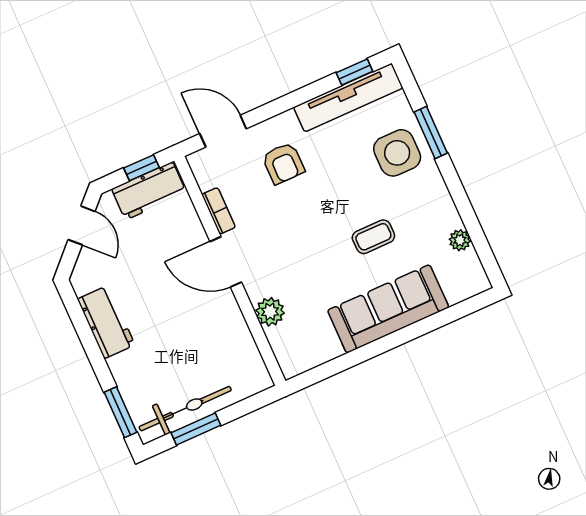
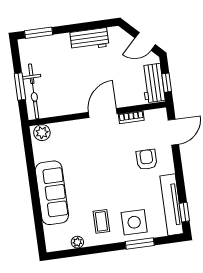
armchair: (283, 163) -> (147, 159), turned 90
coffee table: (373, 237) -> (101, 221), moved
plant: (270, 312) -> (42, 133), moved
bicycle: (185, 409) -> (34, 91), moved
window: (196, 429) -> (20, 86), moved

